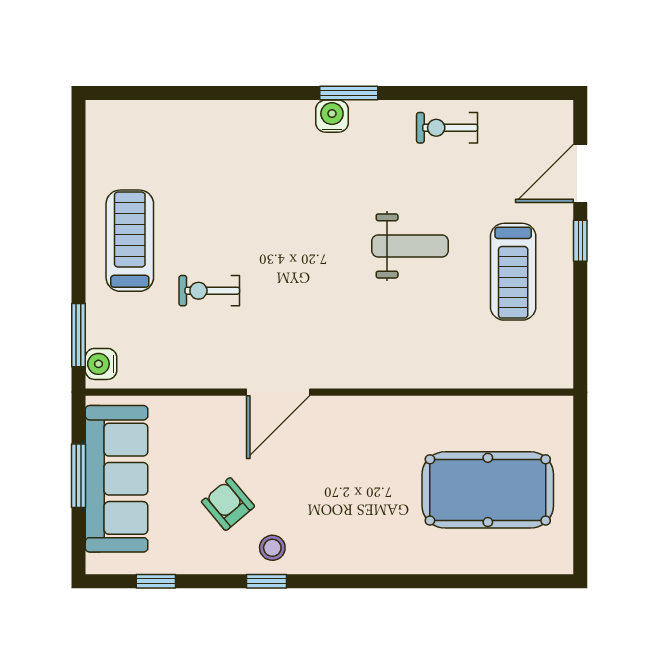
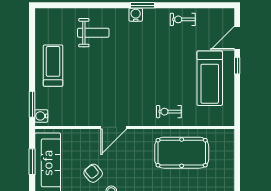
weight bench: (410, 246) -> (93, 33), moved
treadmill: (513, 272) -> (210, 78), width x1.37, depth x1.38
exercise bike: (209, 291) -> (169, 112), moved
pool table: (488, 490) -> (182, 153), moved

